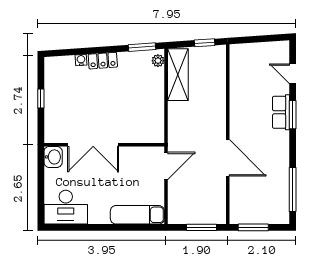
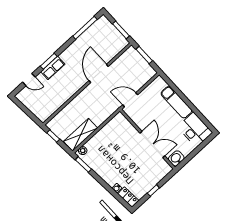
locker: (103, 61) -> (128, 197), moved
door: (293, 74) -> (29, 80), hinge flipped
exam couch: (137, 215) -> (176, 102), moved

